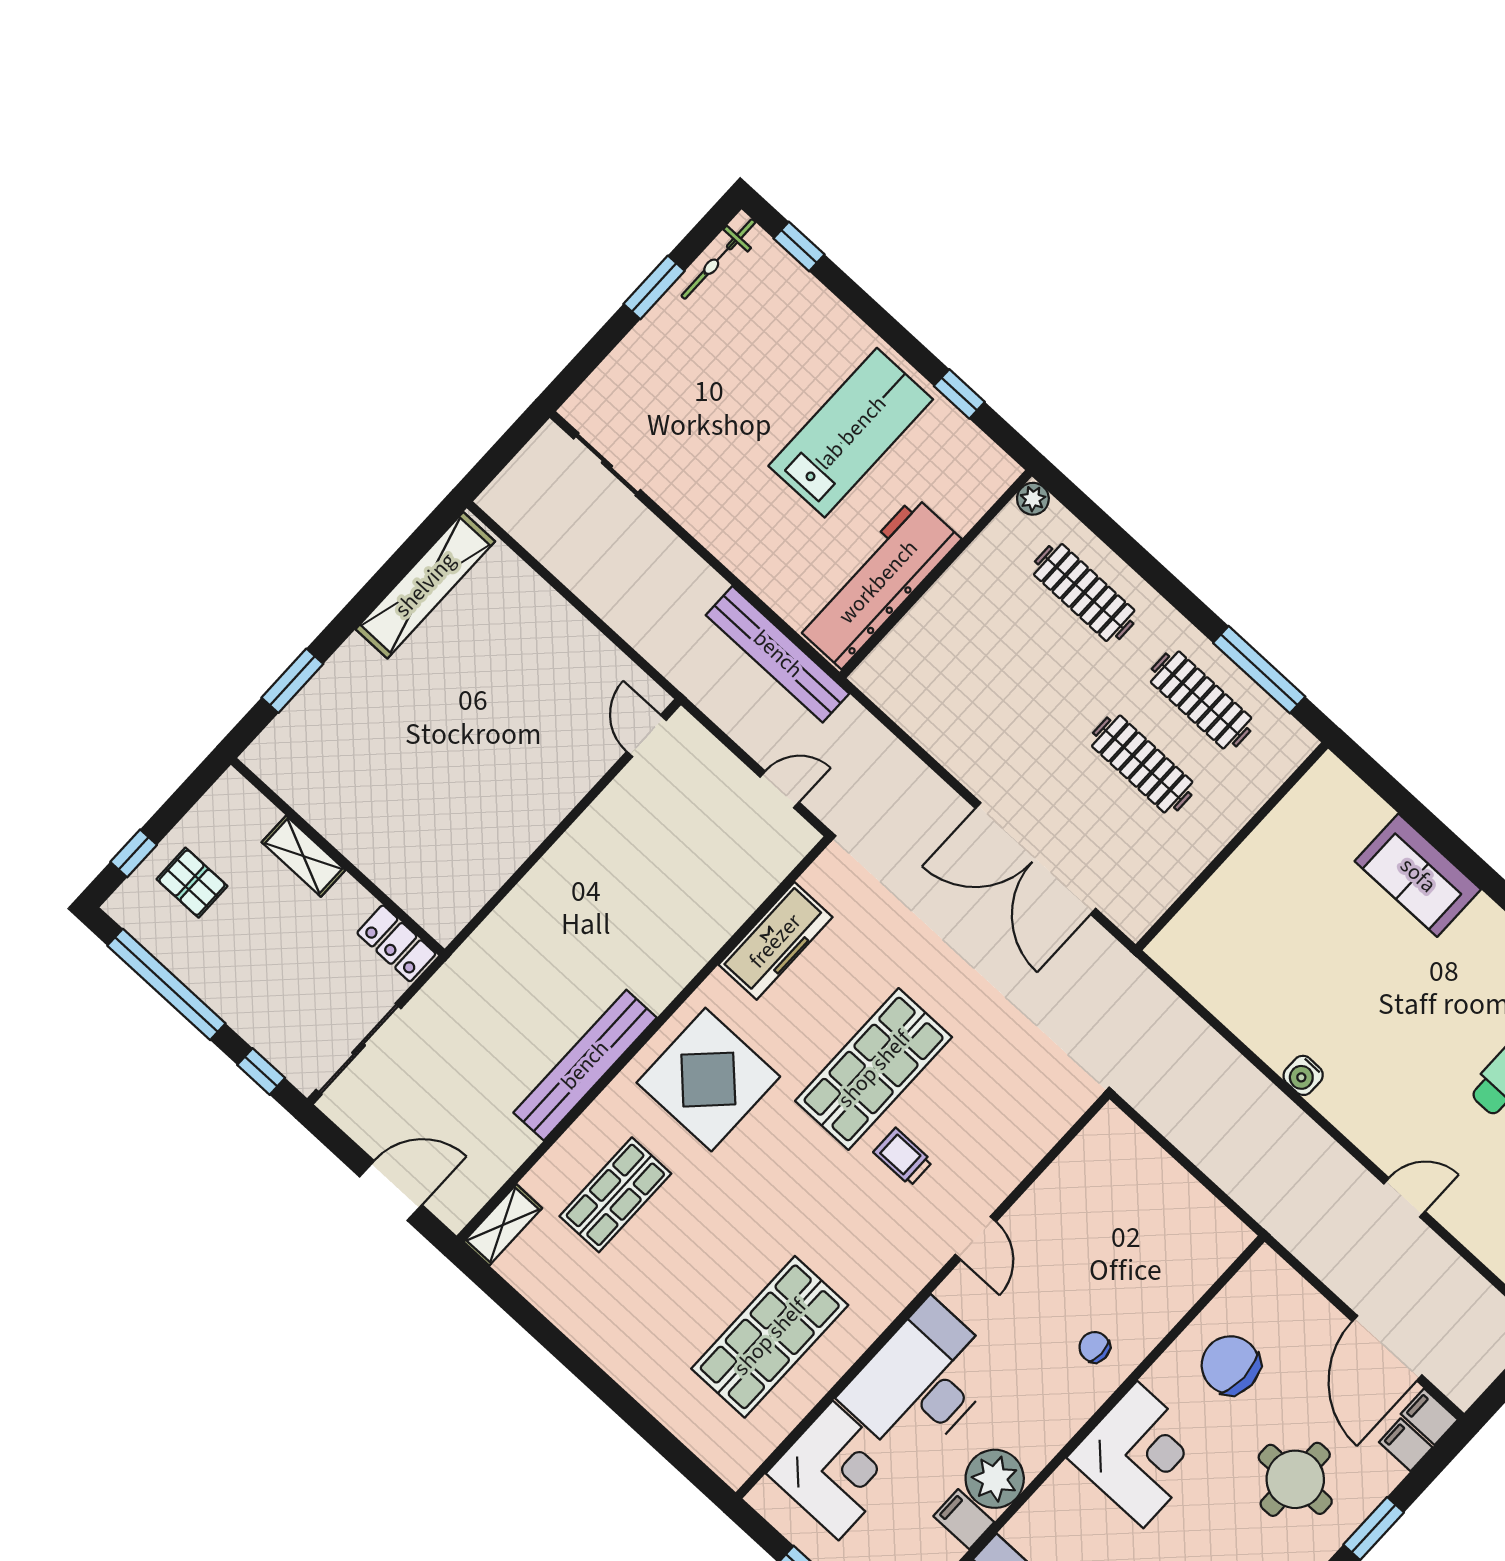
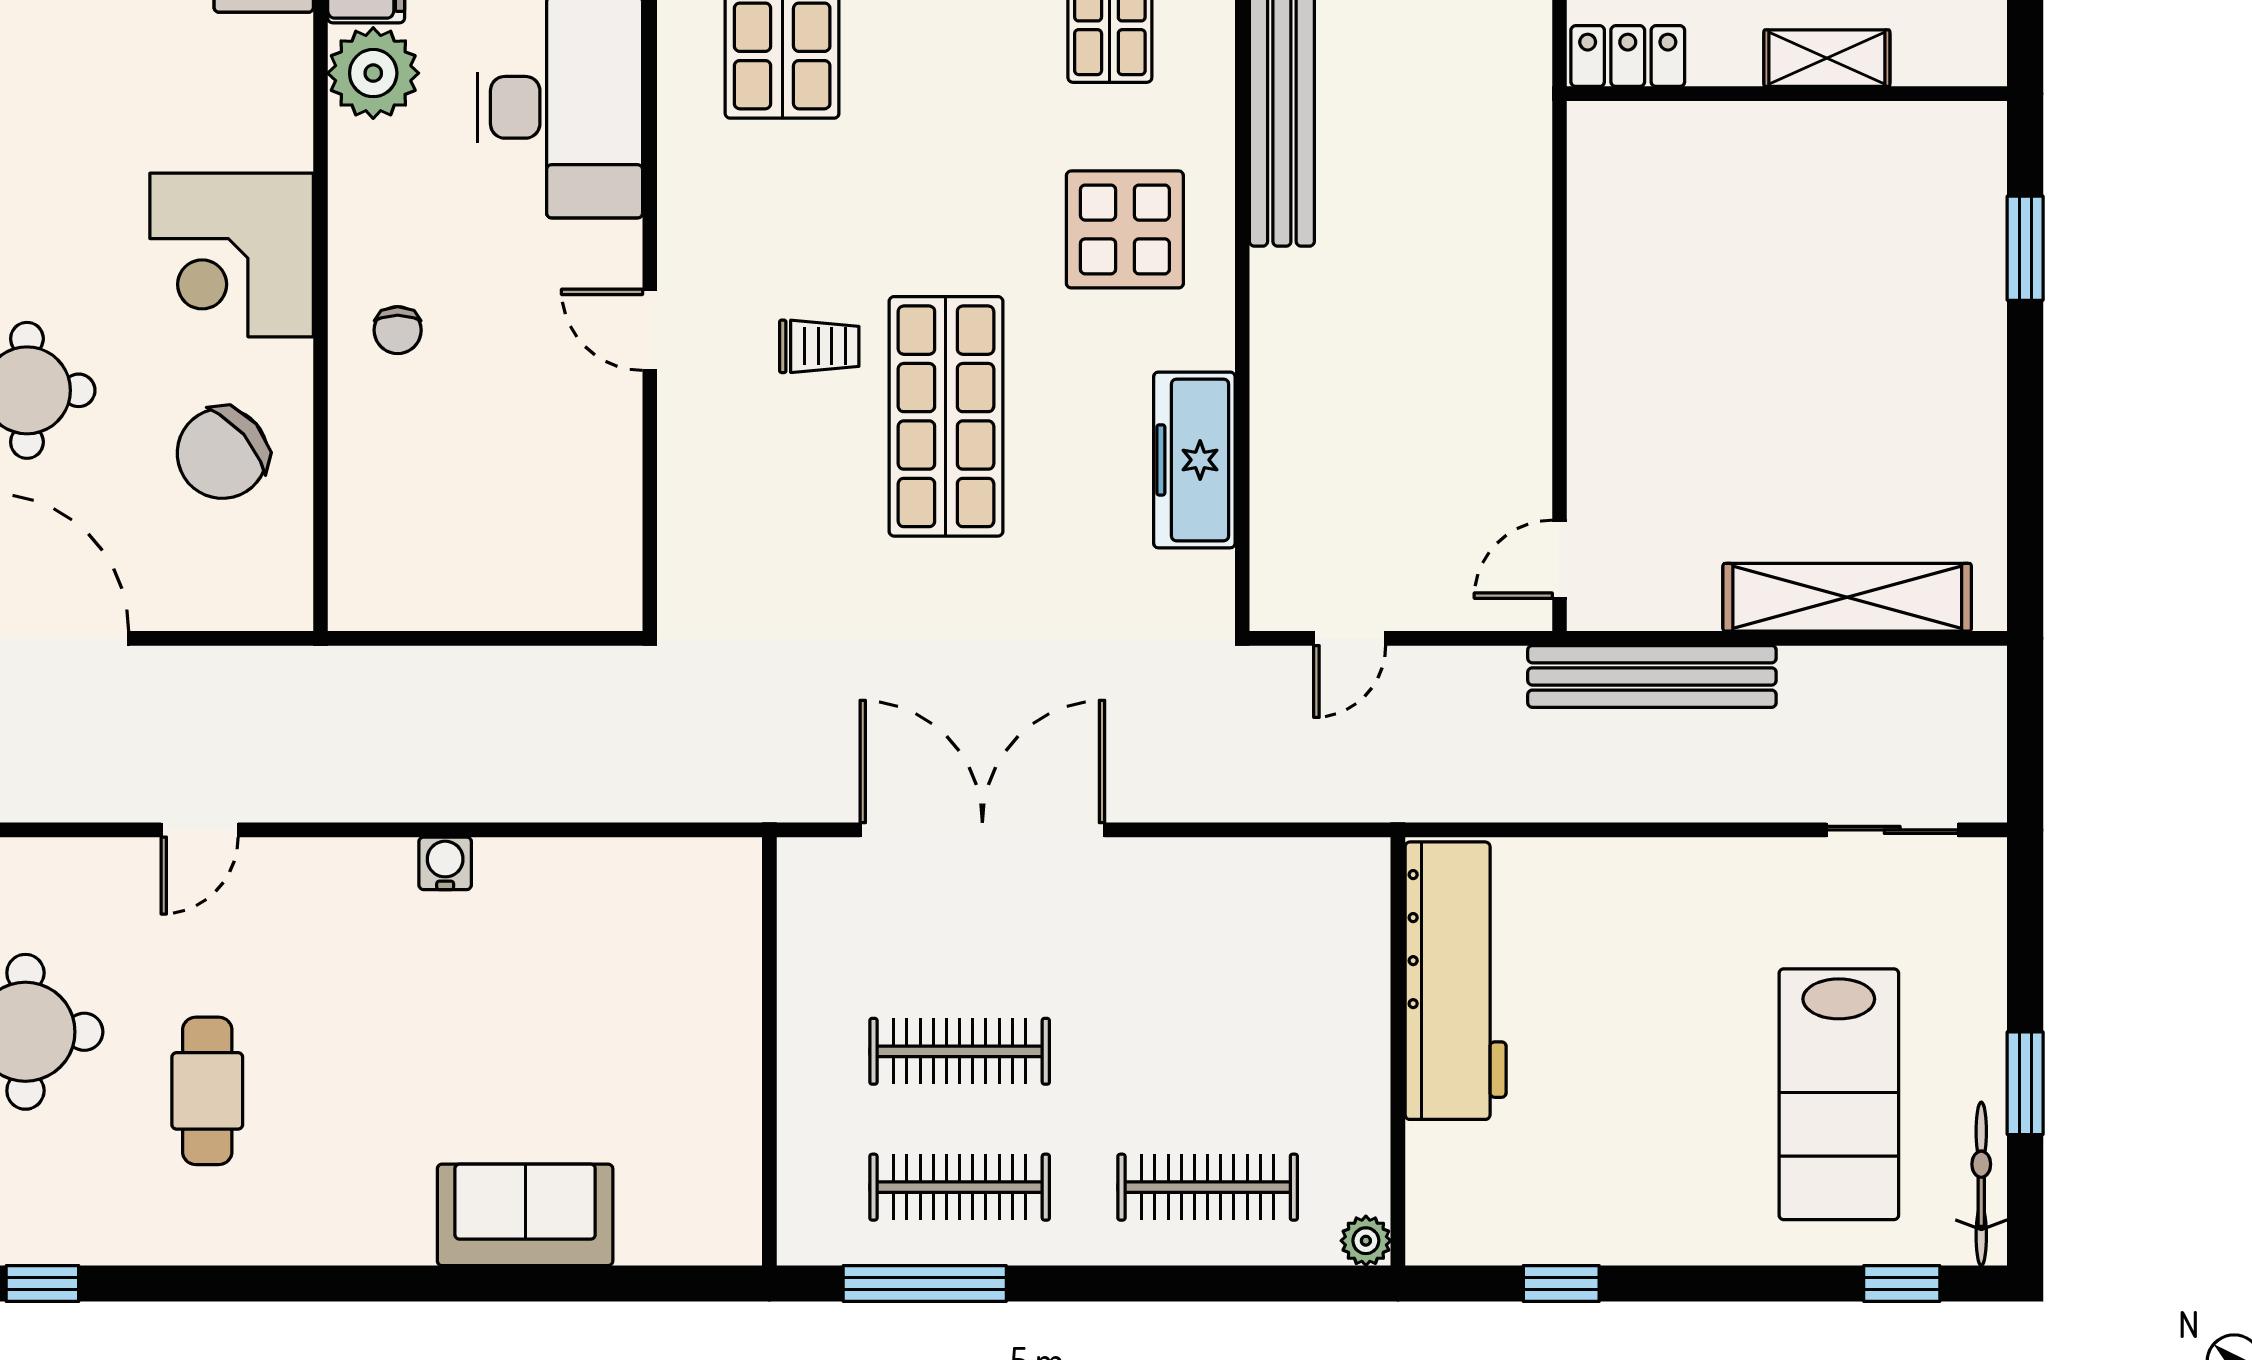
lab bench: (851, 433) -> (1839, 1094), moved
shelving: (425, 585) -> (1847, 597), moved, turned 90
bench: (778, 654) -> (1652, 676), moved
door: (646, 736) -> (1559, 559), swing flipped
display table: (708, 1080) -> (1125, 229), width x0.73, depth x0.73
chair: (1095, 1347) -> (398, 330), turned 90
chair: (1231, 1365) -> (222, 453), turned 139

